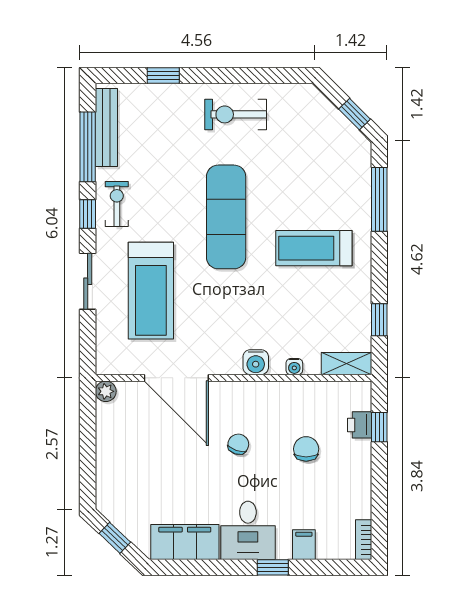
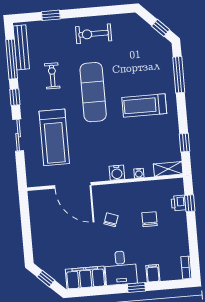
exercise bike: (117, 204) -> (52, 76), moved
plant: (106, 391) -> (34, 196), removed

